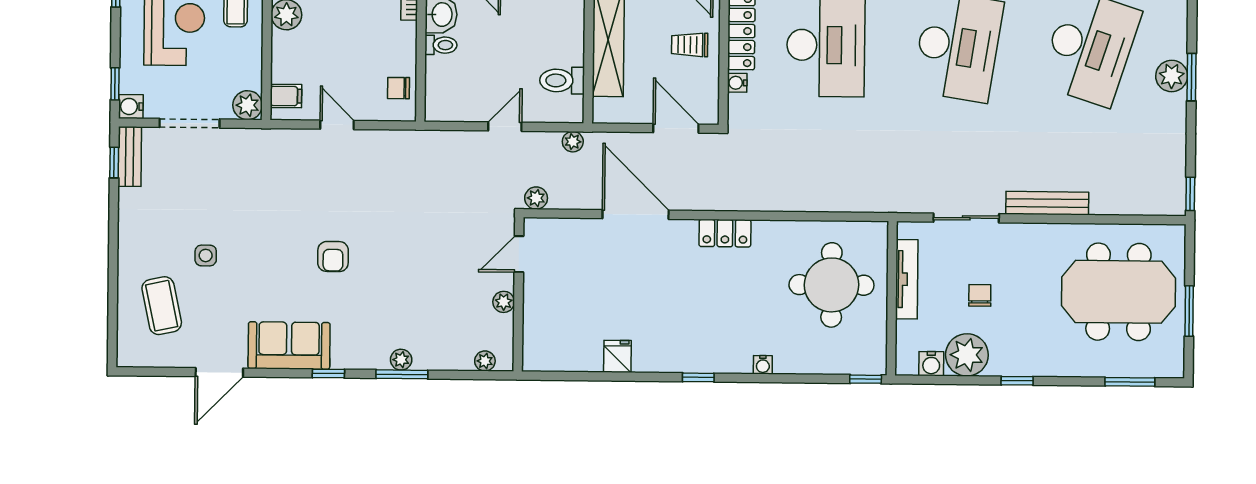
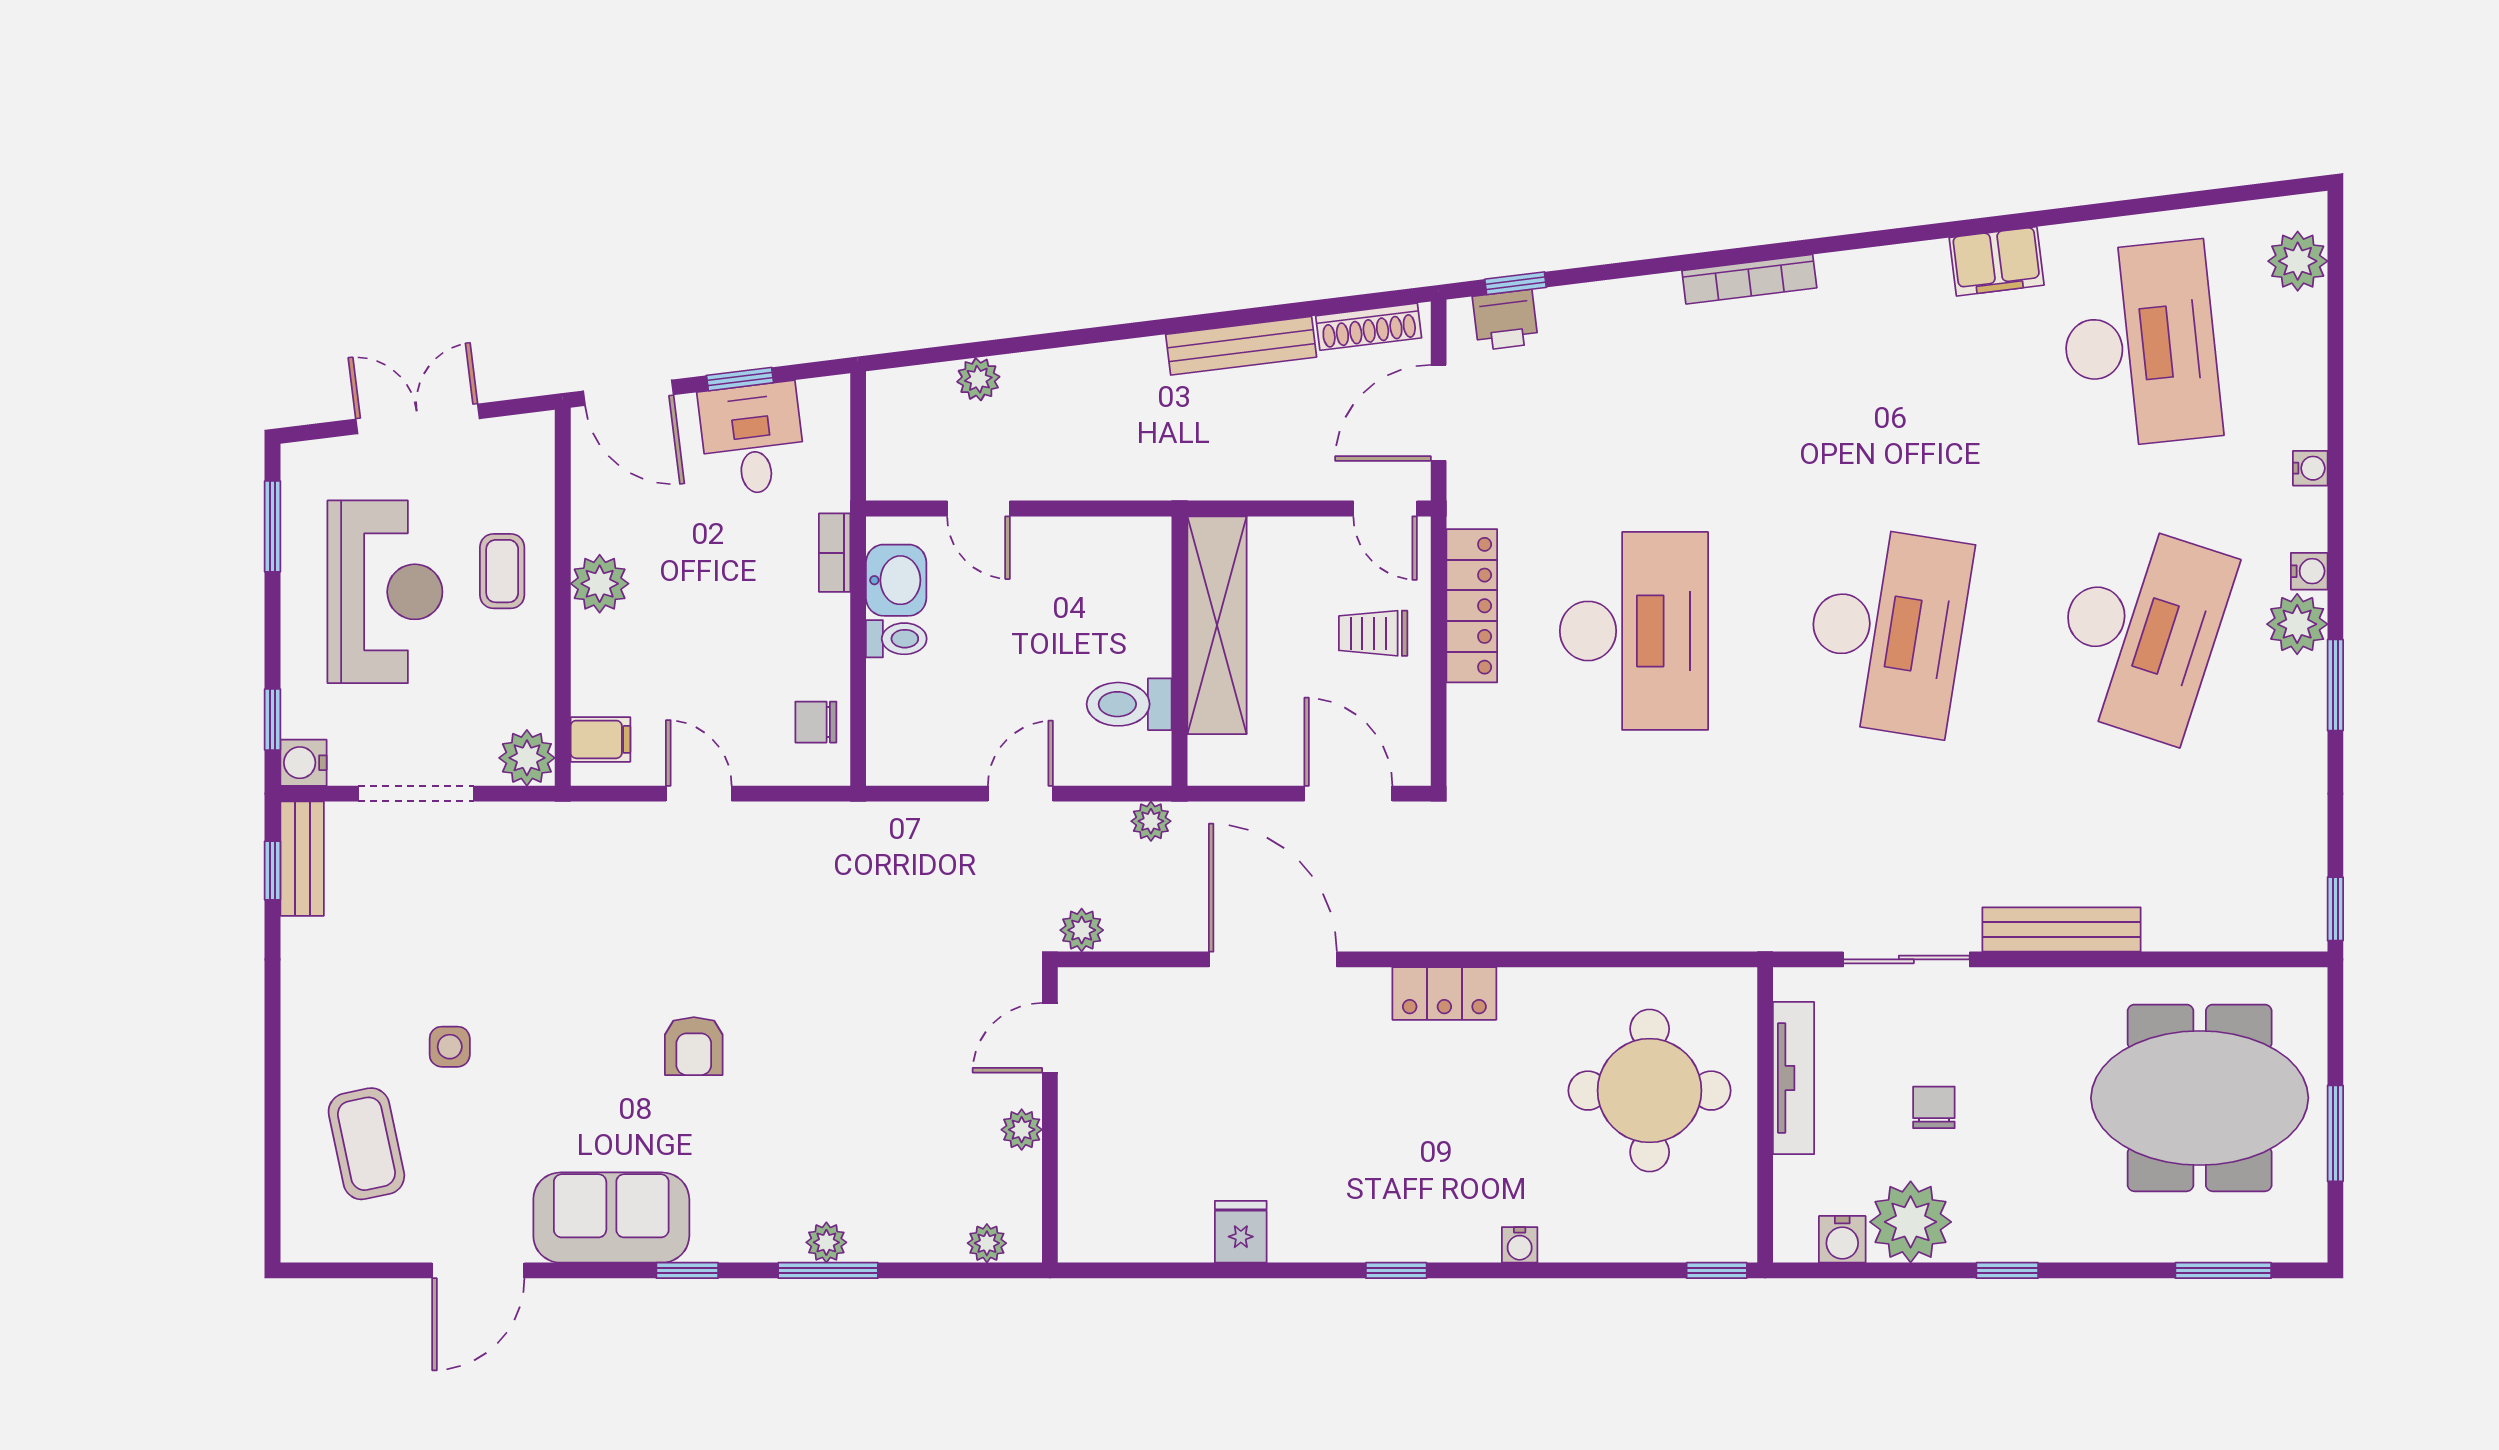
plant: (1172, 76) -> (2297, 624), moved
water cooler: (737, 83) -> (2309, 571), moved, turned 180

